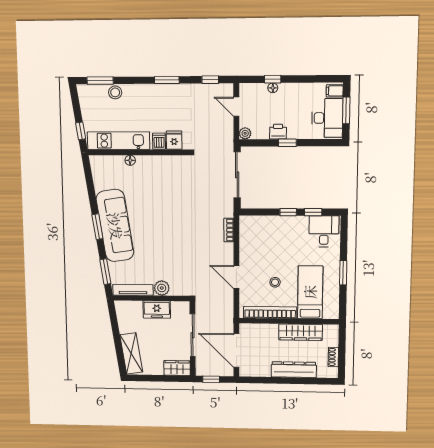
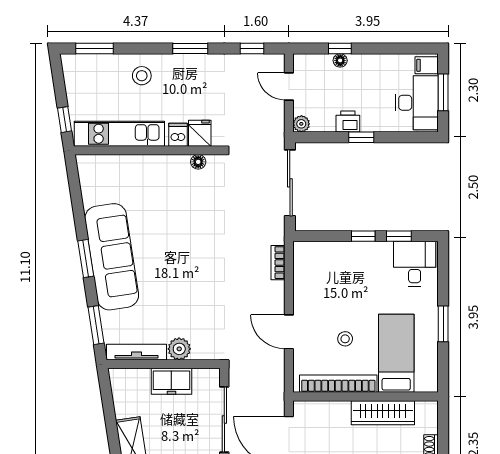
stool: (115, 92) -> (142, 76), moved
floor lamp: (130, 160) -> (198, 162), moved

